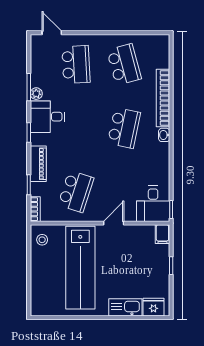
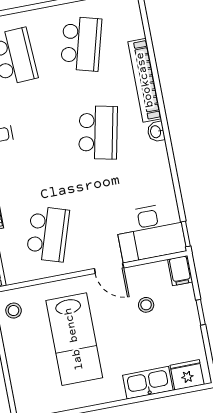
school desk: (124, 64) -> (81, 44), turned 30
desk: (153, 204) -> (150, 232), width x1.37
door: (114, 223) -> (109, 268), swing flipped
stool: (134, 253) -> (146, 305), added
lab bench: (80, 268) -> (74, 339), width x0.73

